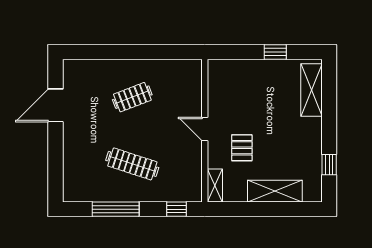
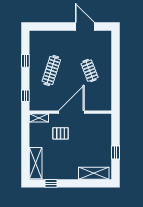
door: (205, 129) -> (71, 112), width x1.88
shelving: (275, 191) -> (36, 163), moved
window: (116, 209) -> (25, 61), width x0.46

